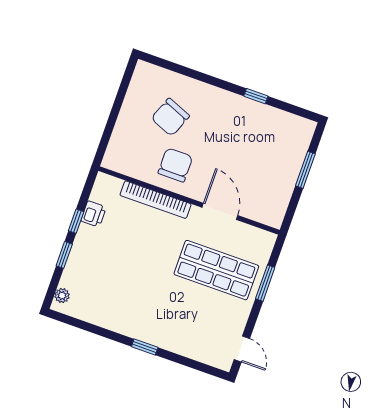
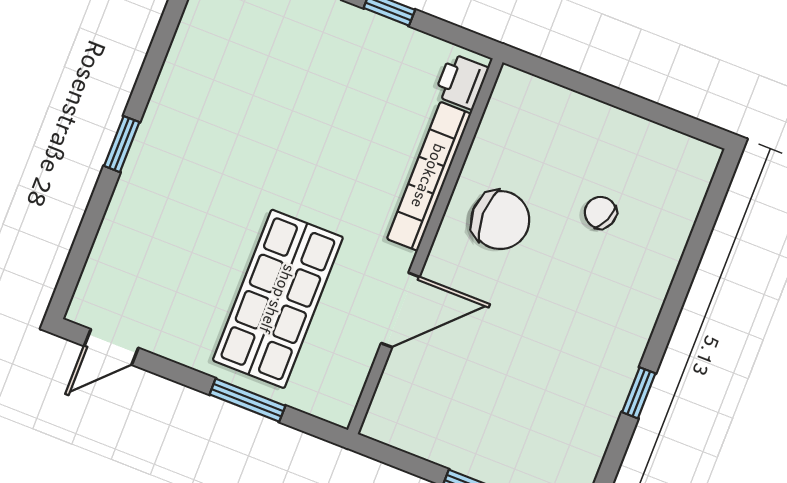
chair: (170, 117) -> (601, 213), width x0.54, depth x0.54
printer: (94, 214) -> (462, 82), moved, turned 90

